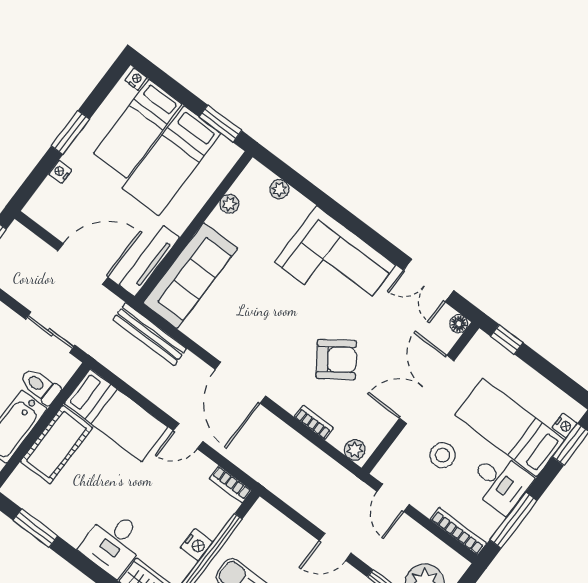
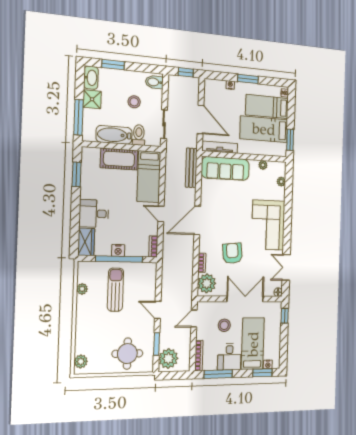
armchair: (336, 359) -> (232, 253), turned -151
plant: (355, 450) -> (207, 283), width x1.87, depth x1.87

